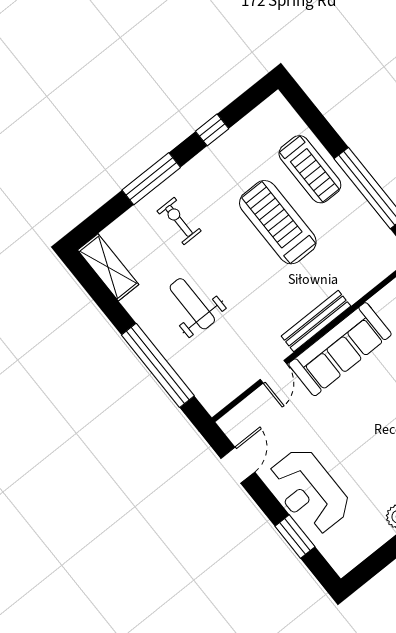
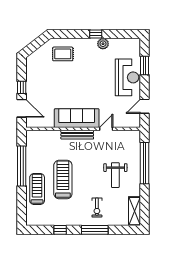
treadmill: (278, 222) -> (63, 180), turned 180

